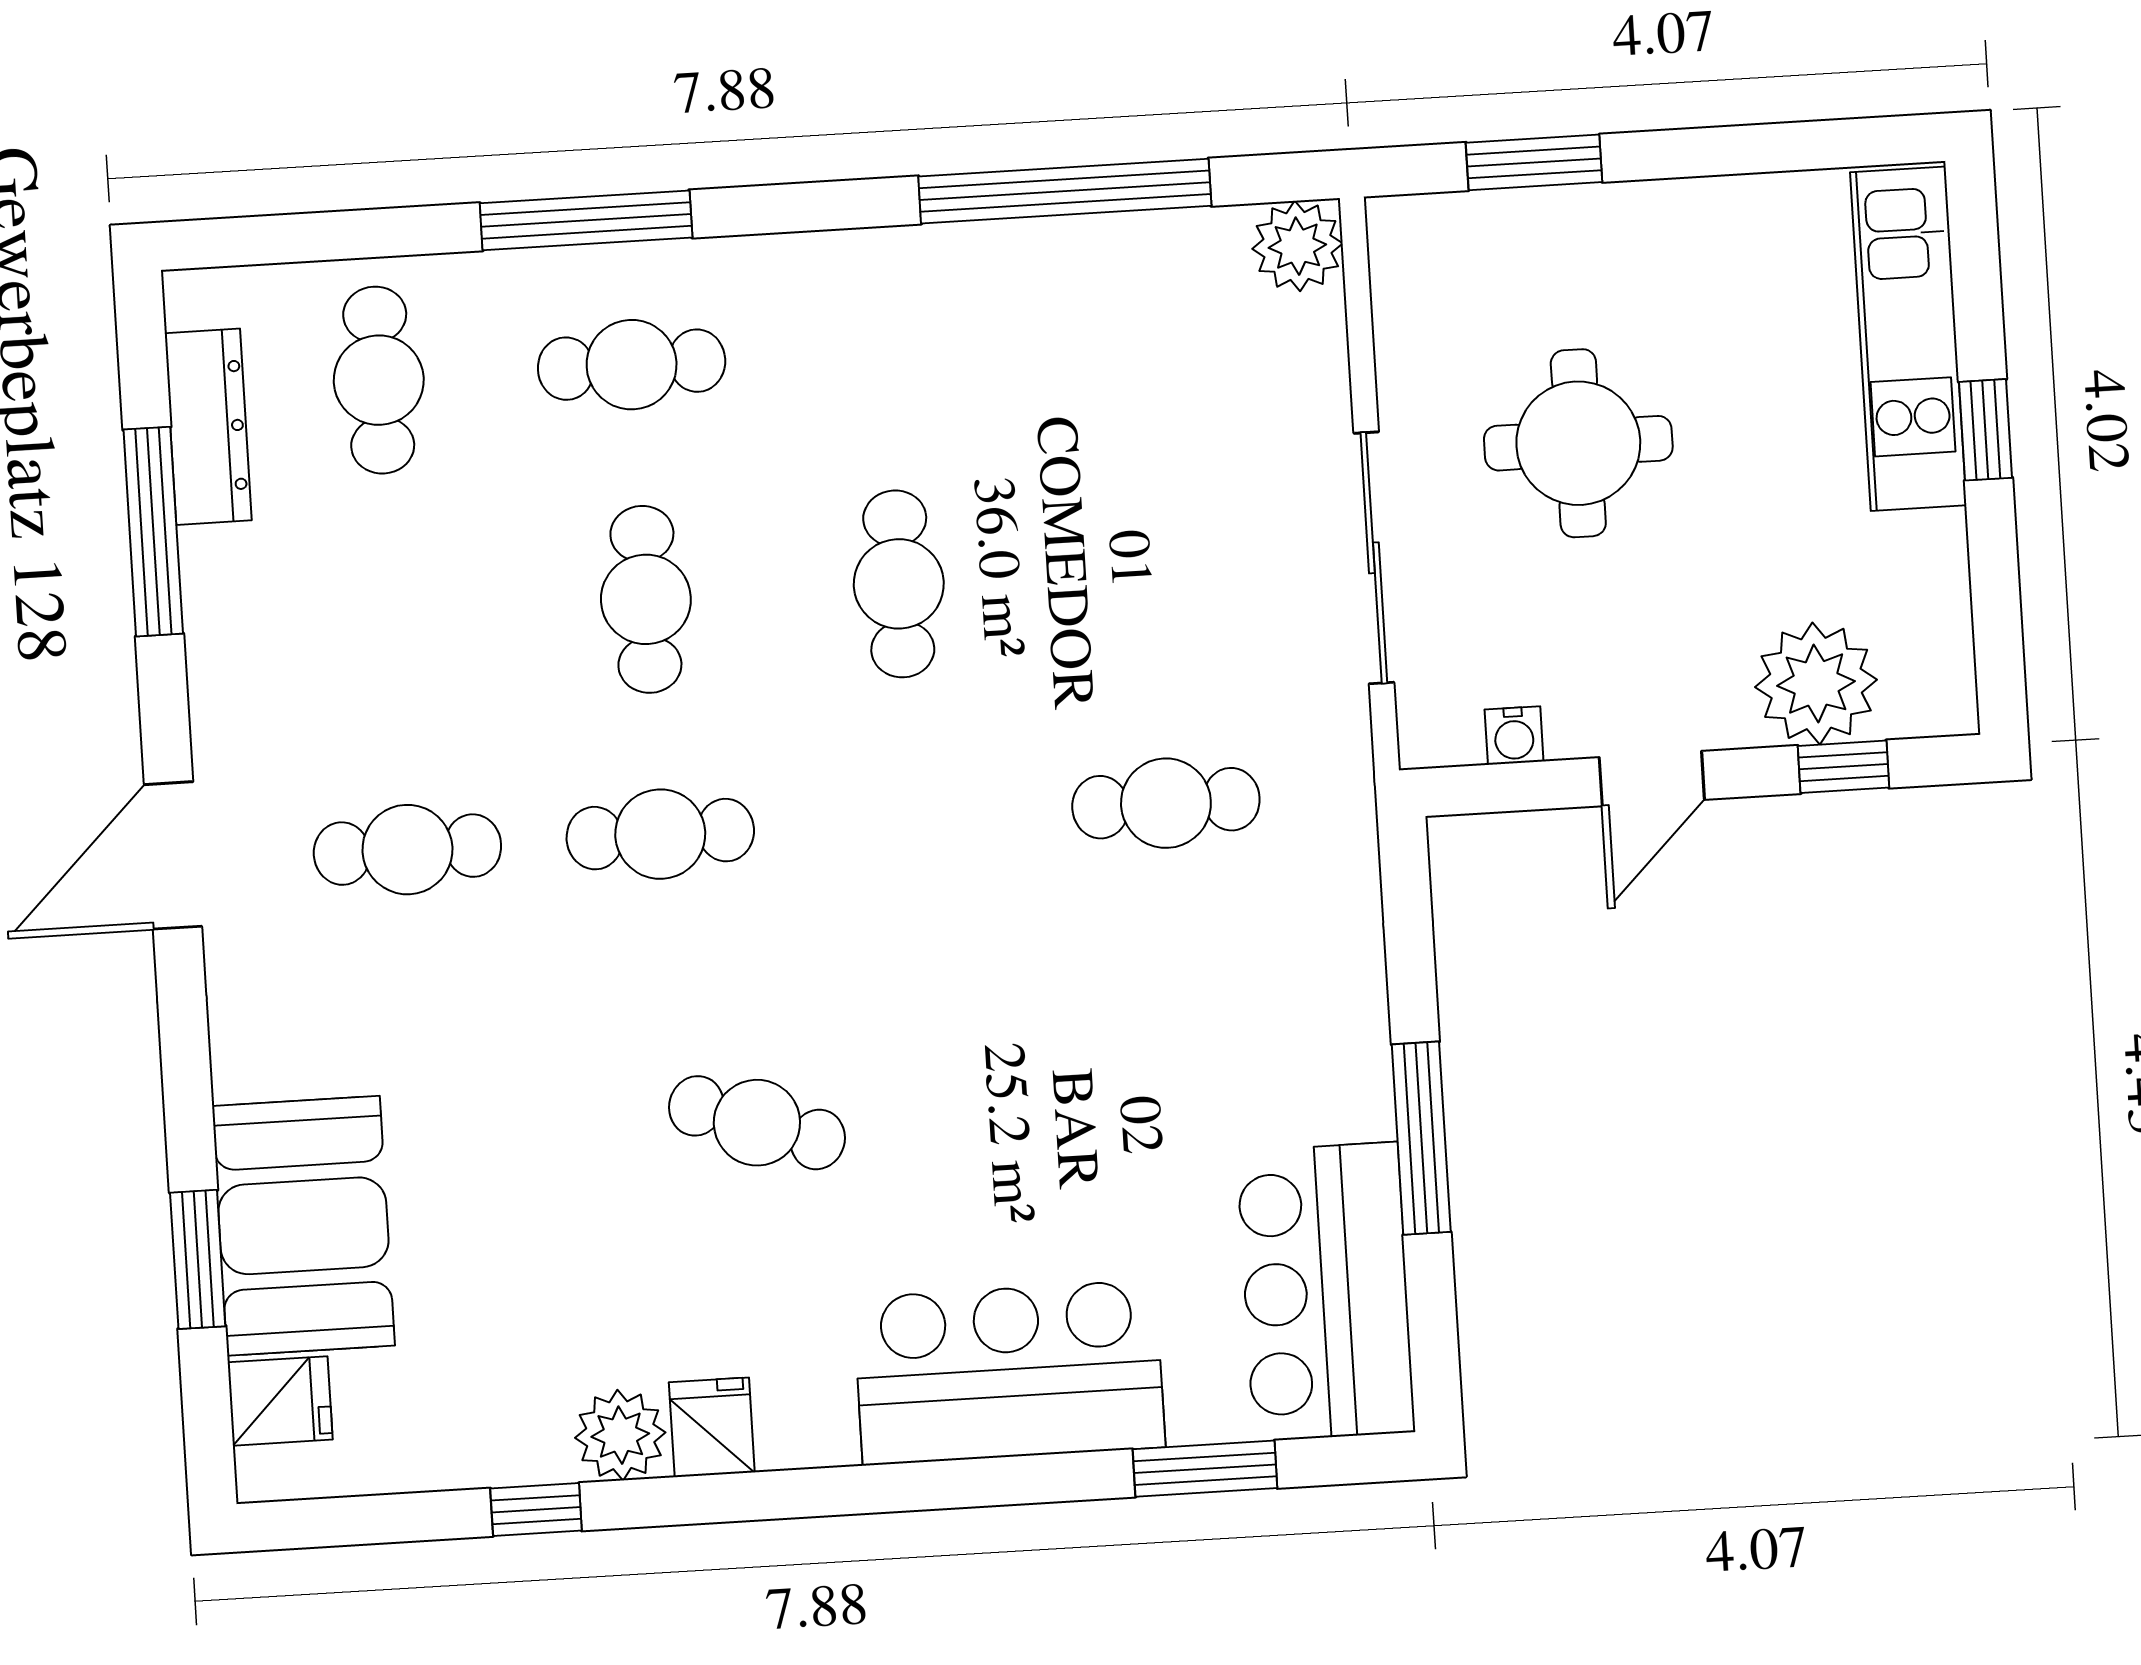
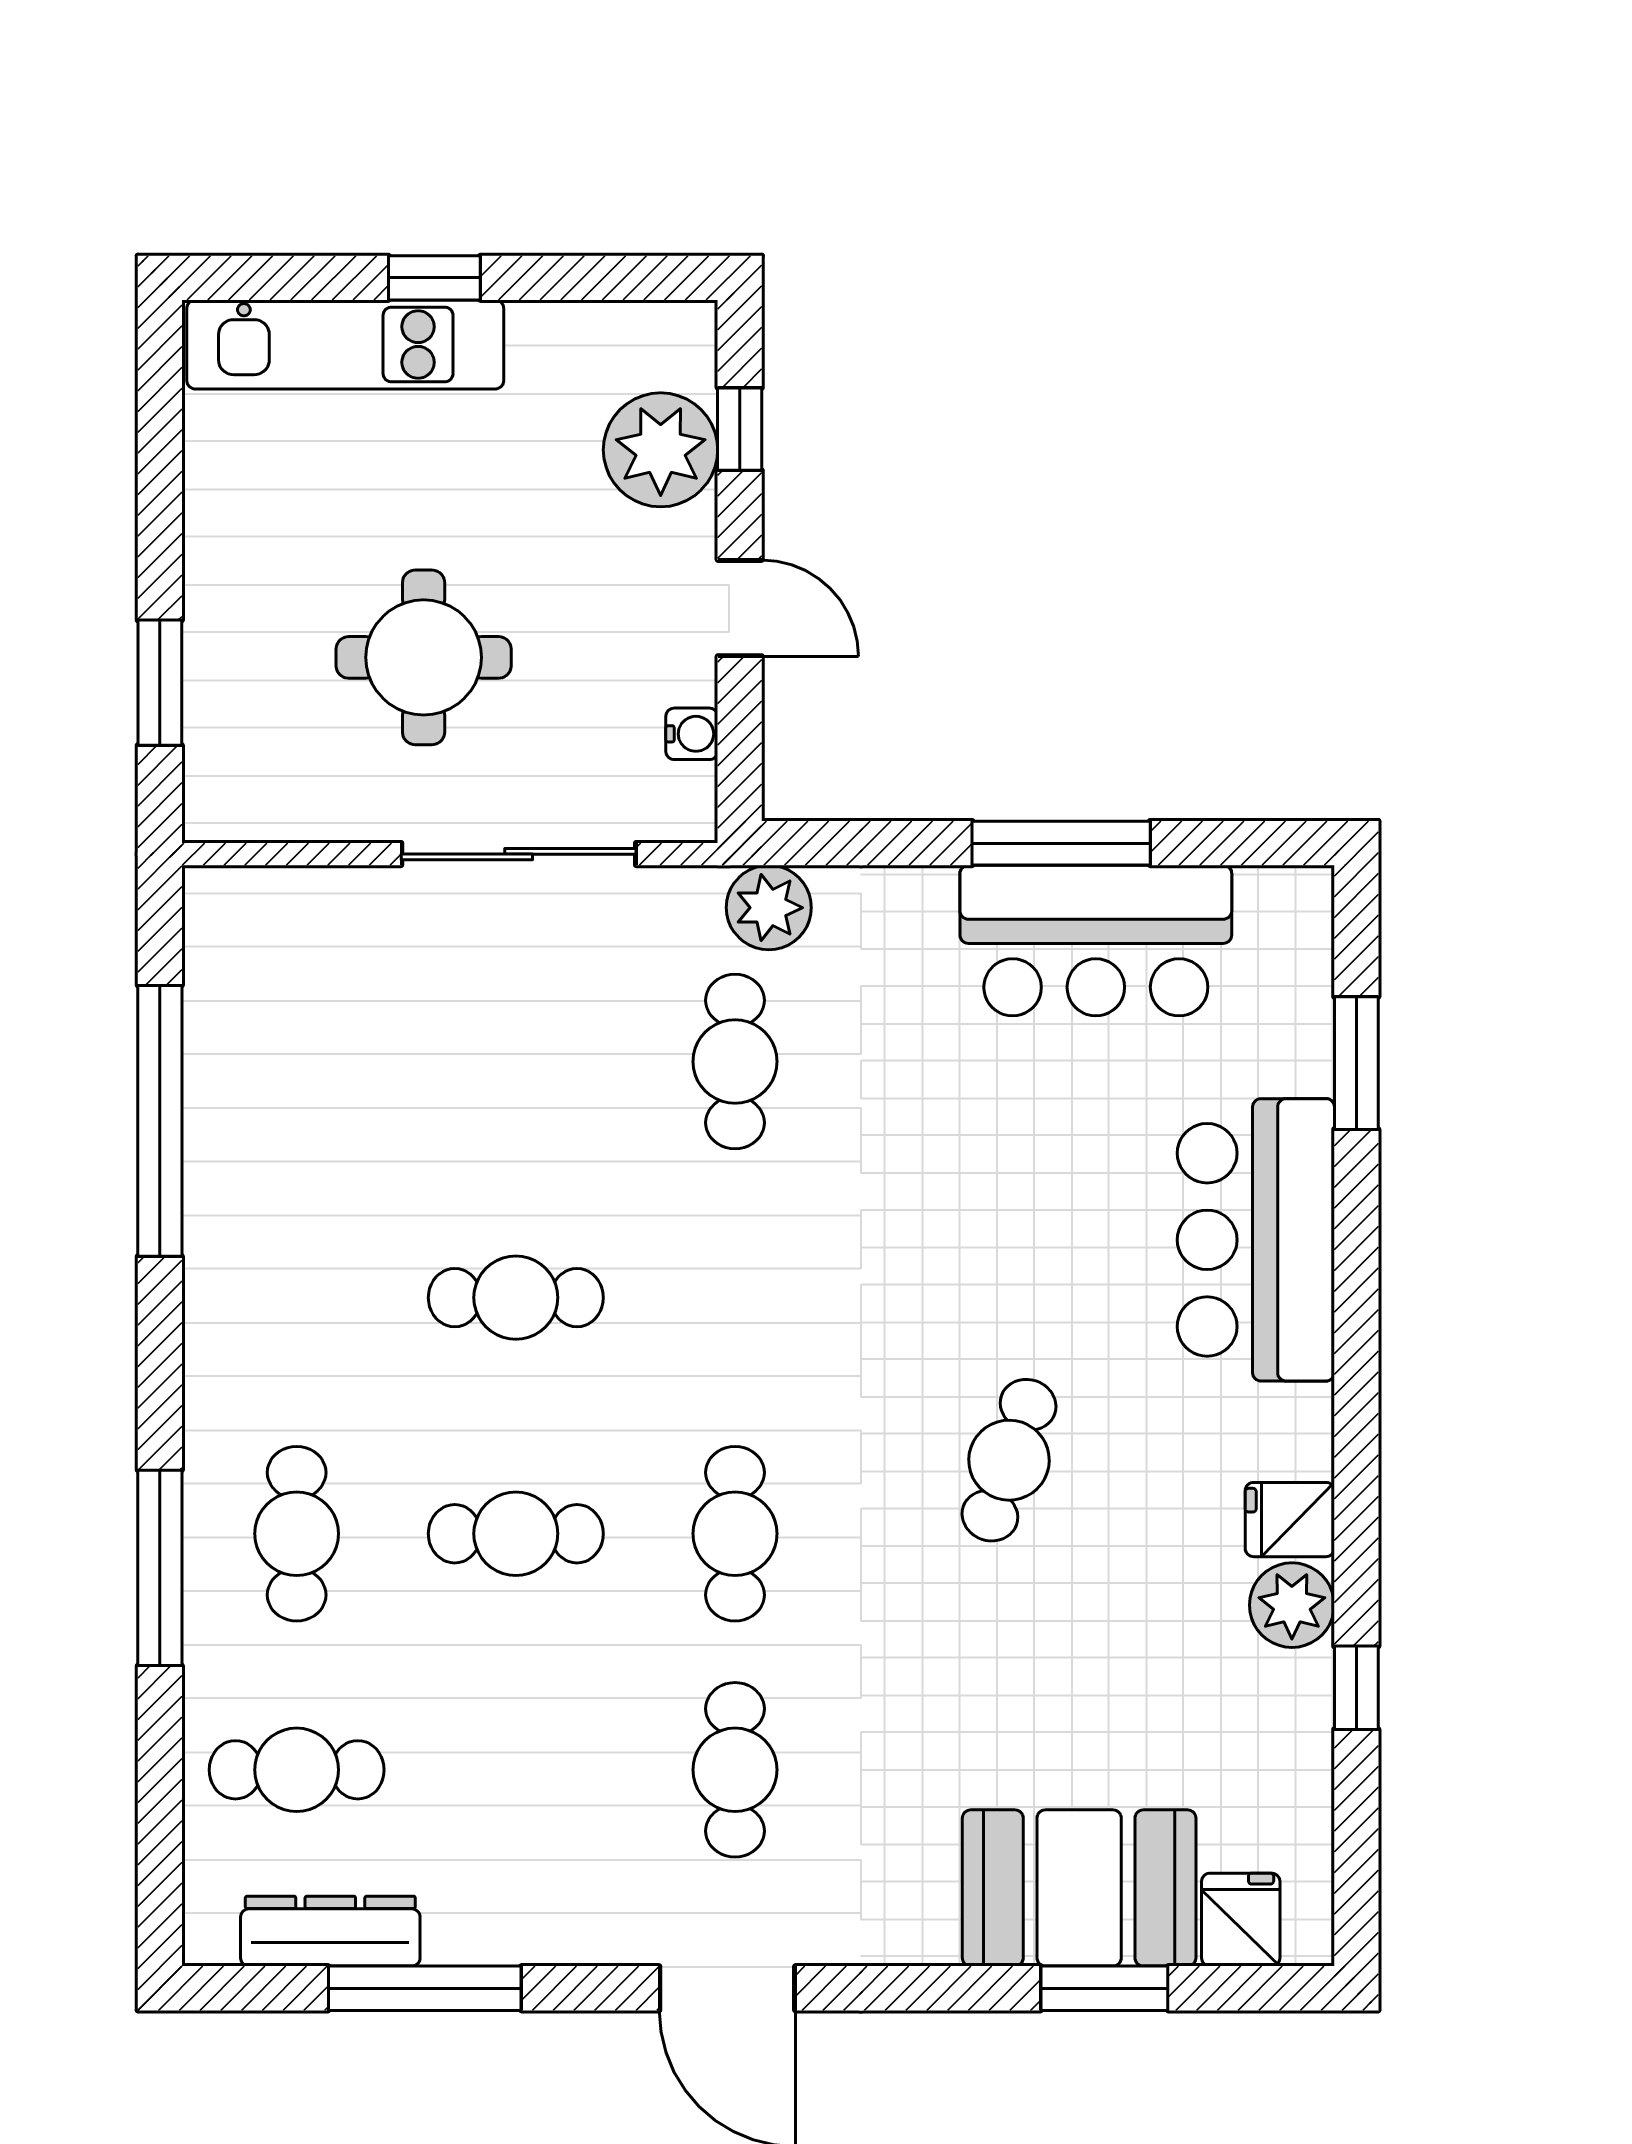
plant: (1297, 246) -> (769, 908), moved
bar counter: (1326, 1292) -> (1096, 941), moved

